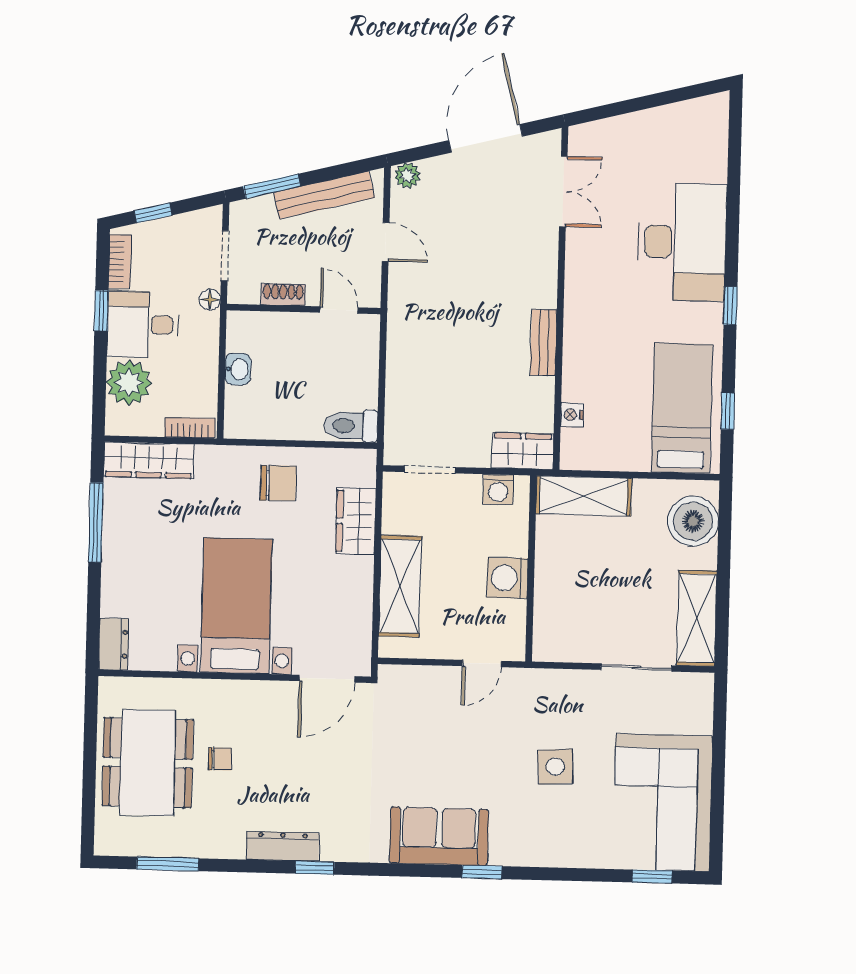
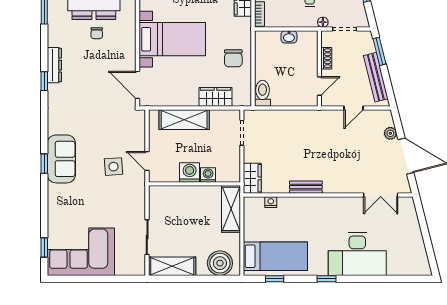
plant: (407, 176) -> (390, 133), moved
washing machine: (498, 490) -> (208, 175), moved, turned 90
side table: (555, 767) -> (114, 167), moved
sofa: (439, 836) -> (61, 159), moved

